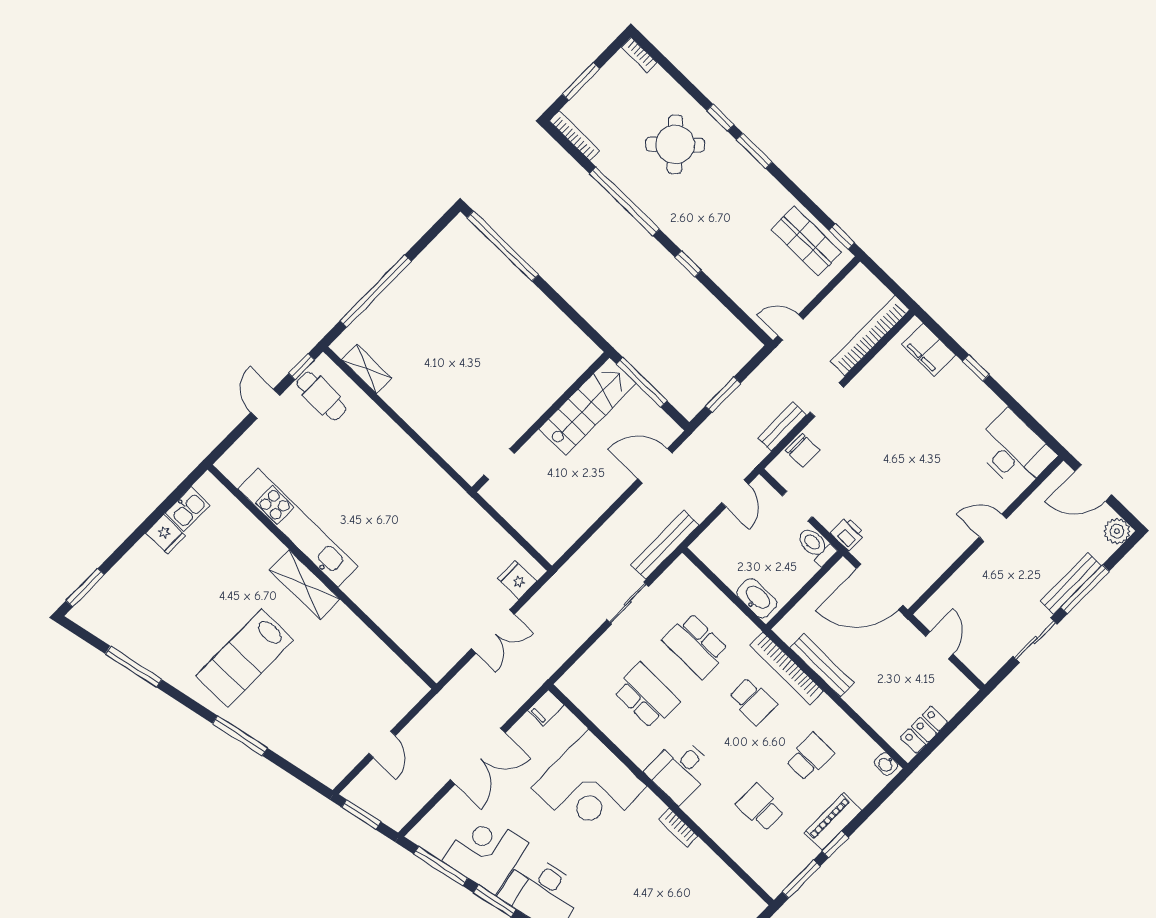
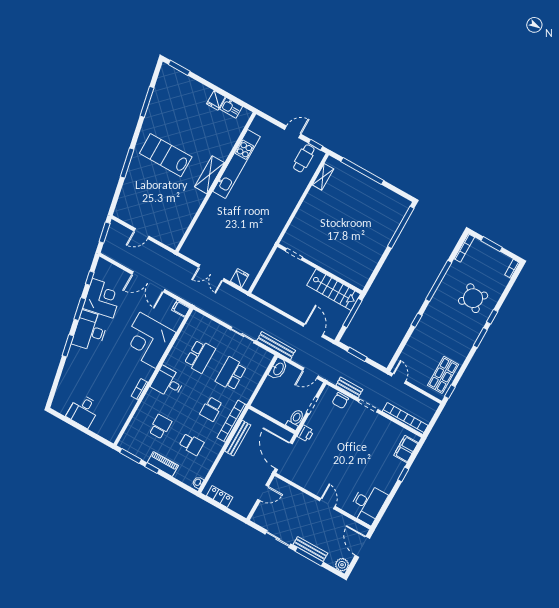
washbasin: (757, 598) -> (278, 369), moved
window: (441, 866) -> (90, 278), width x0.46

